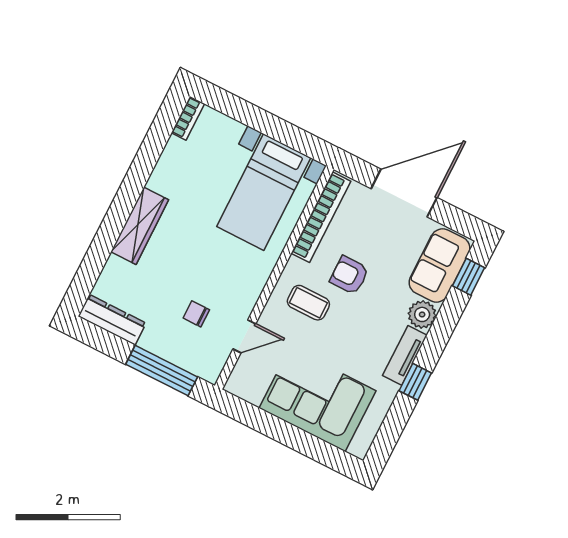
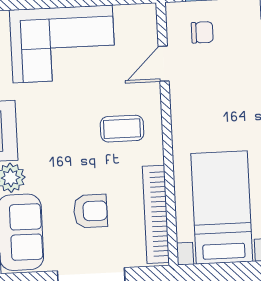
armchair: (349, 275) -> (91, 211), moved
chair: (196, 314) -> (202, 32), moved

